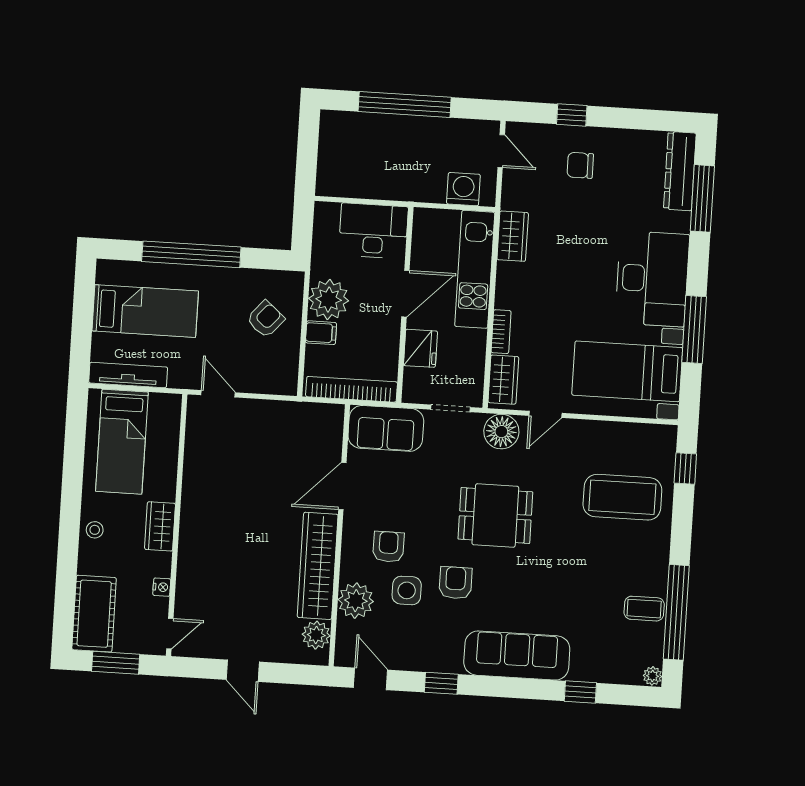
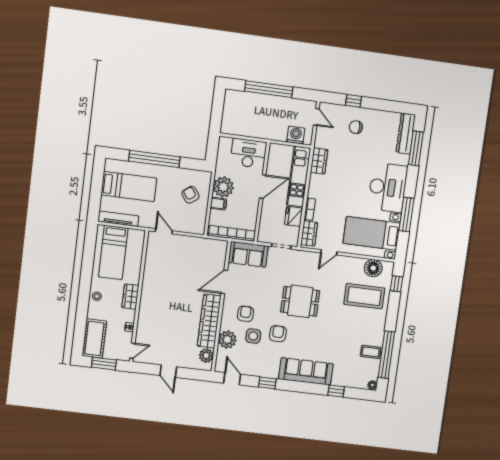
armchair: (266, 319) -> (190, 195), turned -77
fridge: (420, 348) -> (294, 216), moved, turned 180
floor lamp: (501, 432) -> (373, 268), moved

